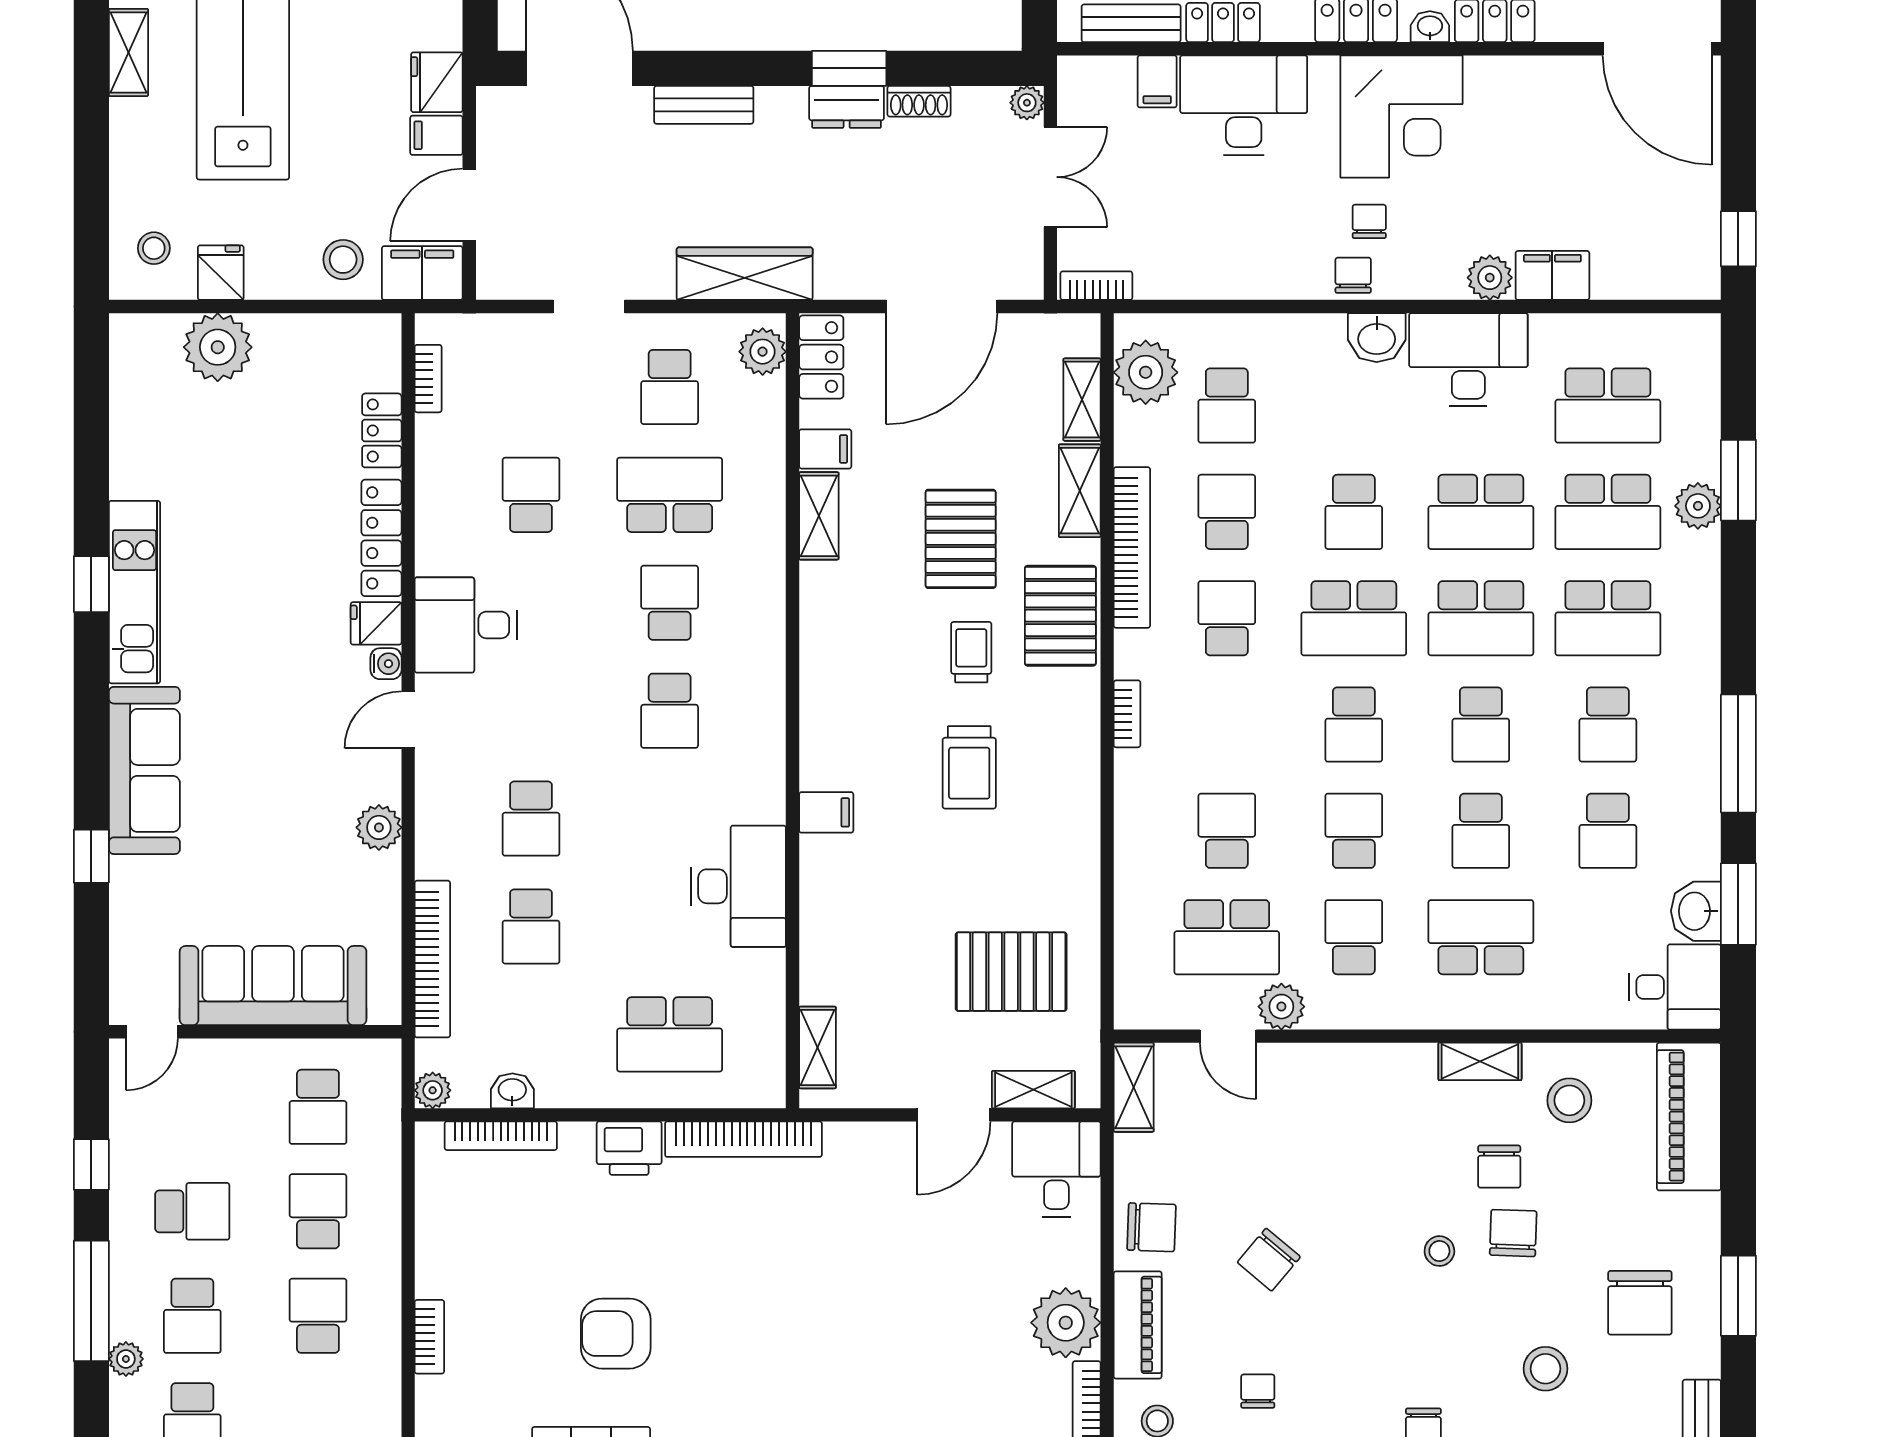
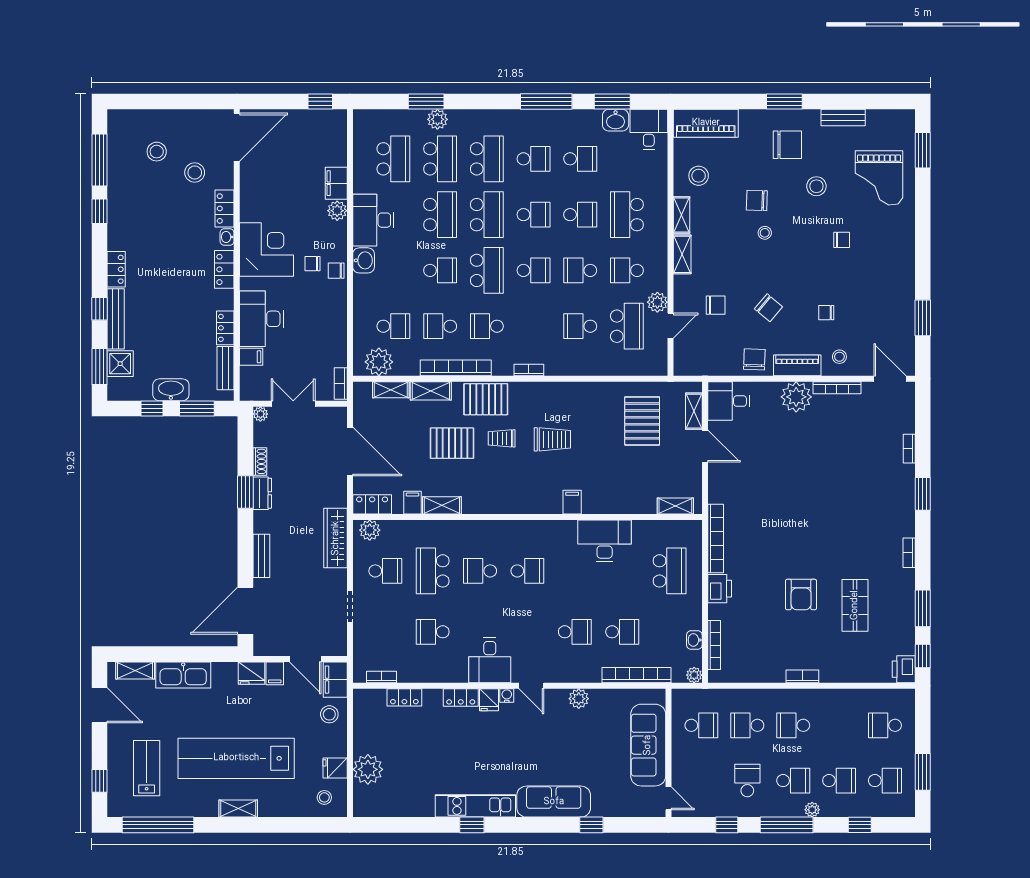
locker: (381, 538) -> (461, 697), width x0.66
shelving: (1134, 1087) -> (682, 254), moved, turned 90
chair: (1499, 1167) -> (716, 305), moved

